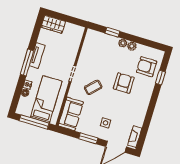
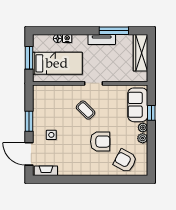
wardrobe: (53, 24) -> (140, 53), width x1.50
window: (27, 62) -> (114, 31), moved
armchair: (147, 67) -> (125, 161), turned -62
window: (160, 78) -> (118, 179), removed
sofa: (71, 114) -> (138, 105), moved, turned 90
window: (34, 122) -> (29, 58), width x0.69

